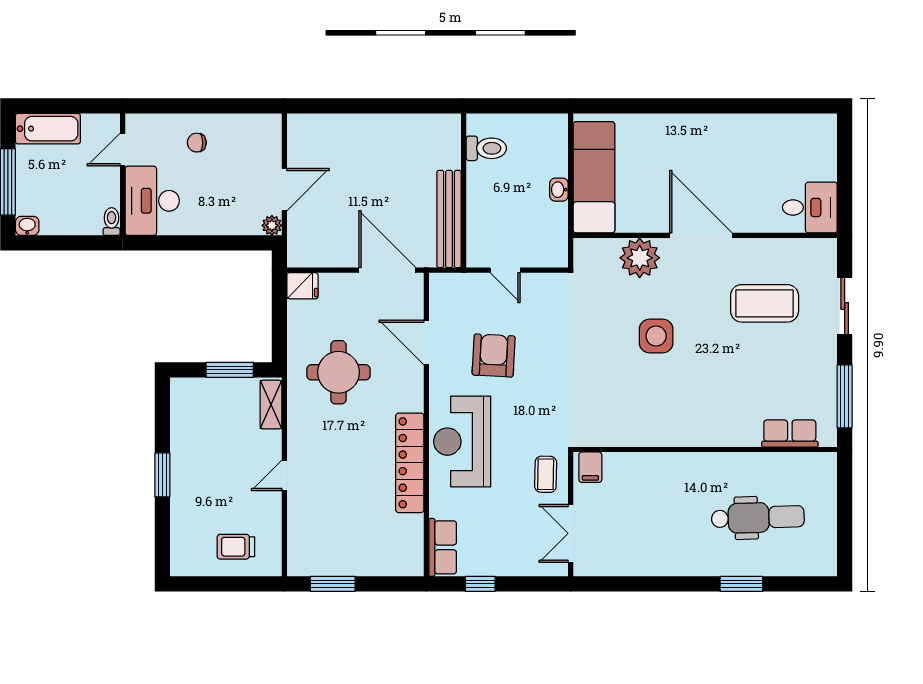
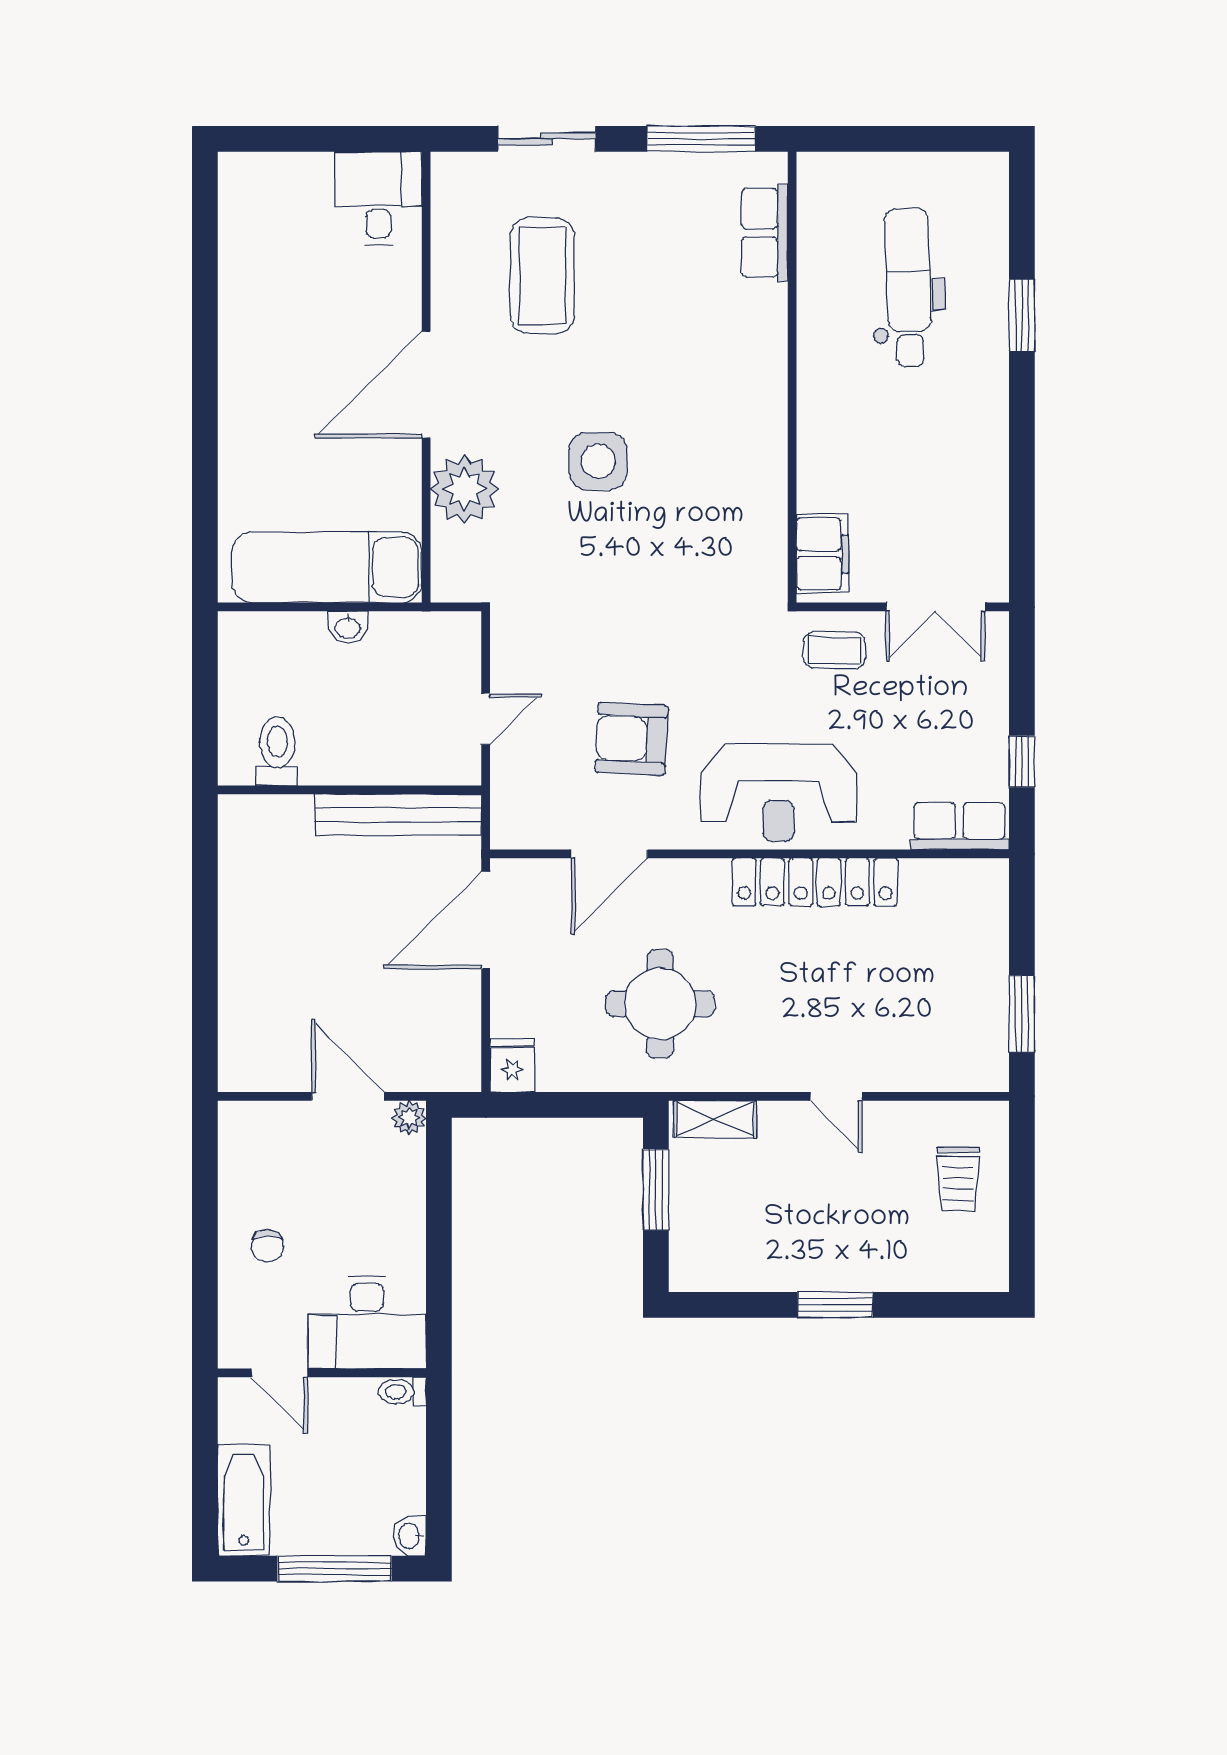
filing cabinet: (590, 467) -> (822, 554), width x2.00

